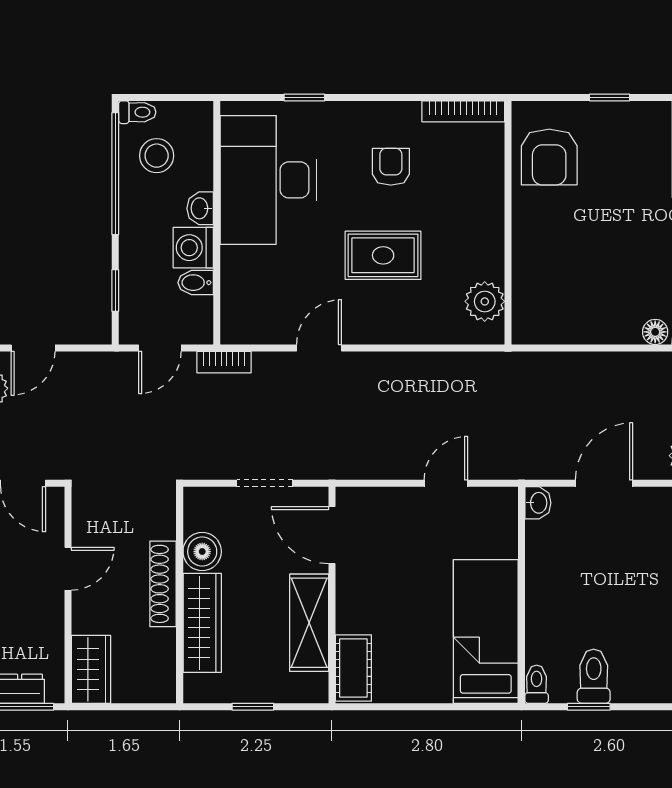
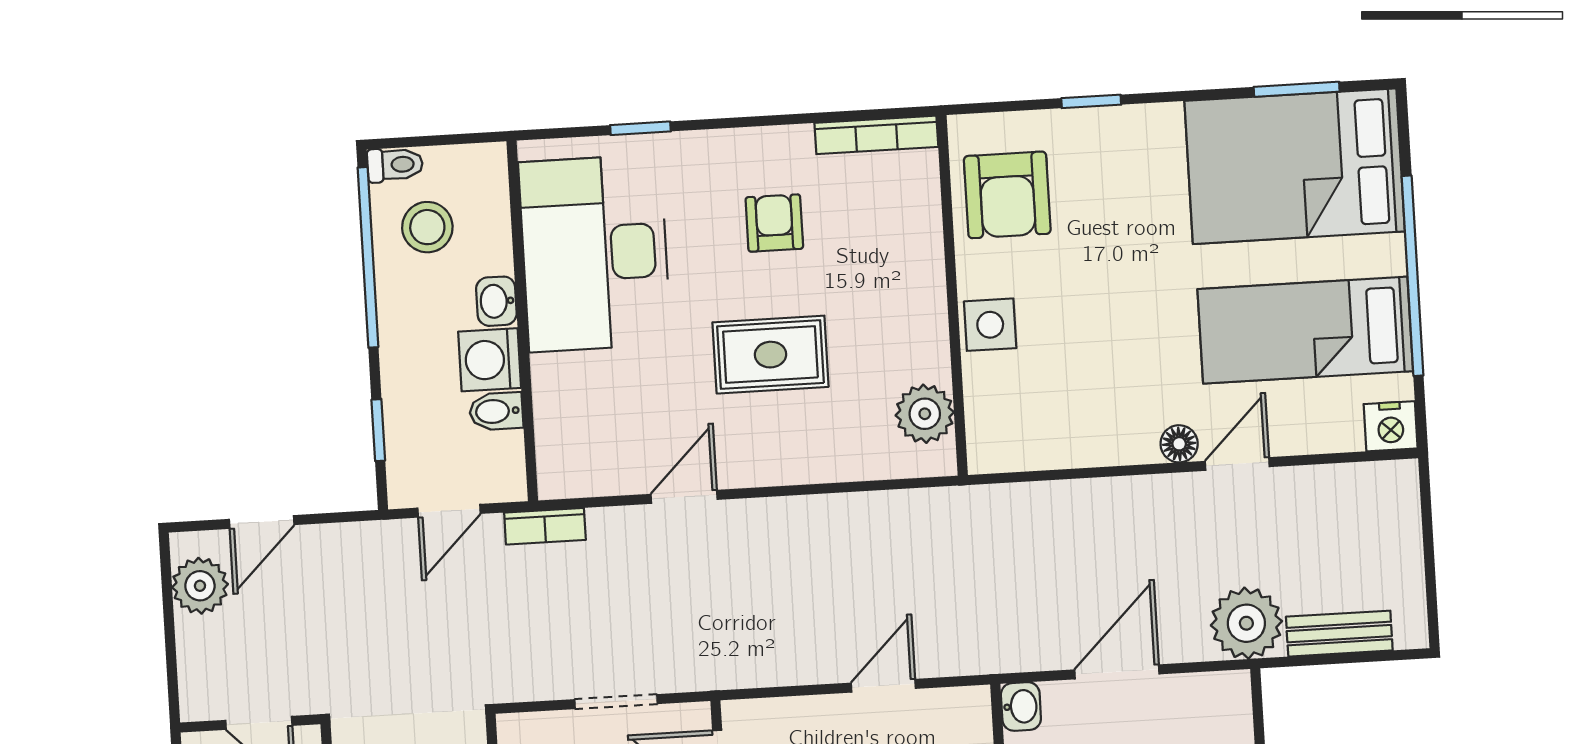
side table: (532, 244) -> (990, 325), added

